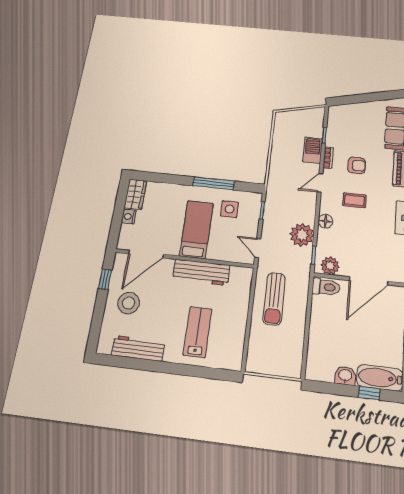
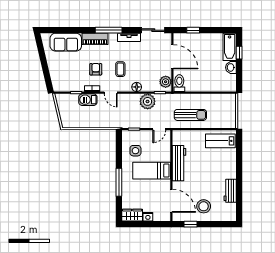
window: (214, 183) -> (119, 182), moved
lab bench: (198, 332) -> (220, 141), moved
workbench: (138, 348) -> (230, 191), width x0.73

